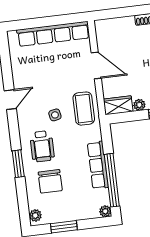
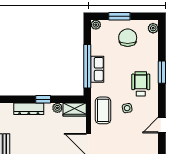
row of seats: (98, 165) -> (97, 69), width x0.68
window: (112, 180) -> (87, 66), moved
chair: (50, 181) -> (128, 38), moved
window: (64, 227) -> (119, 16), moved

